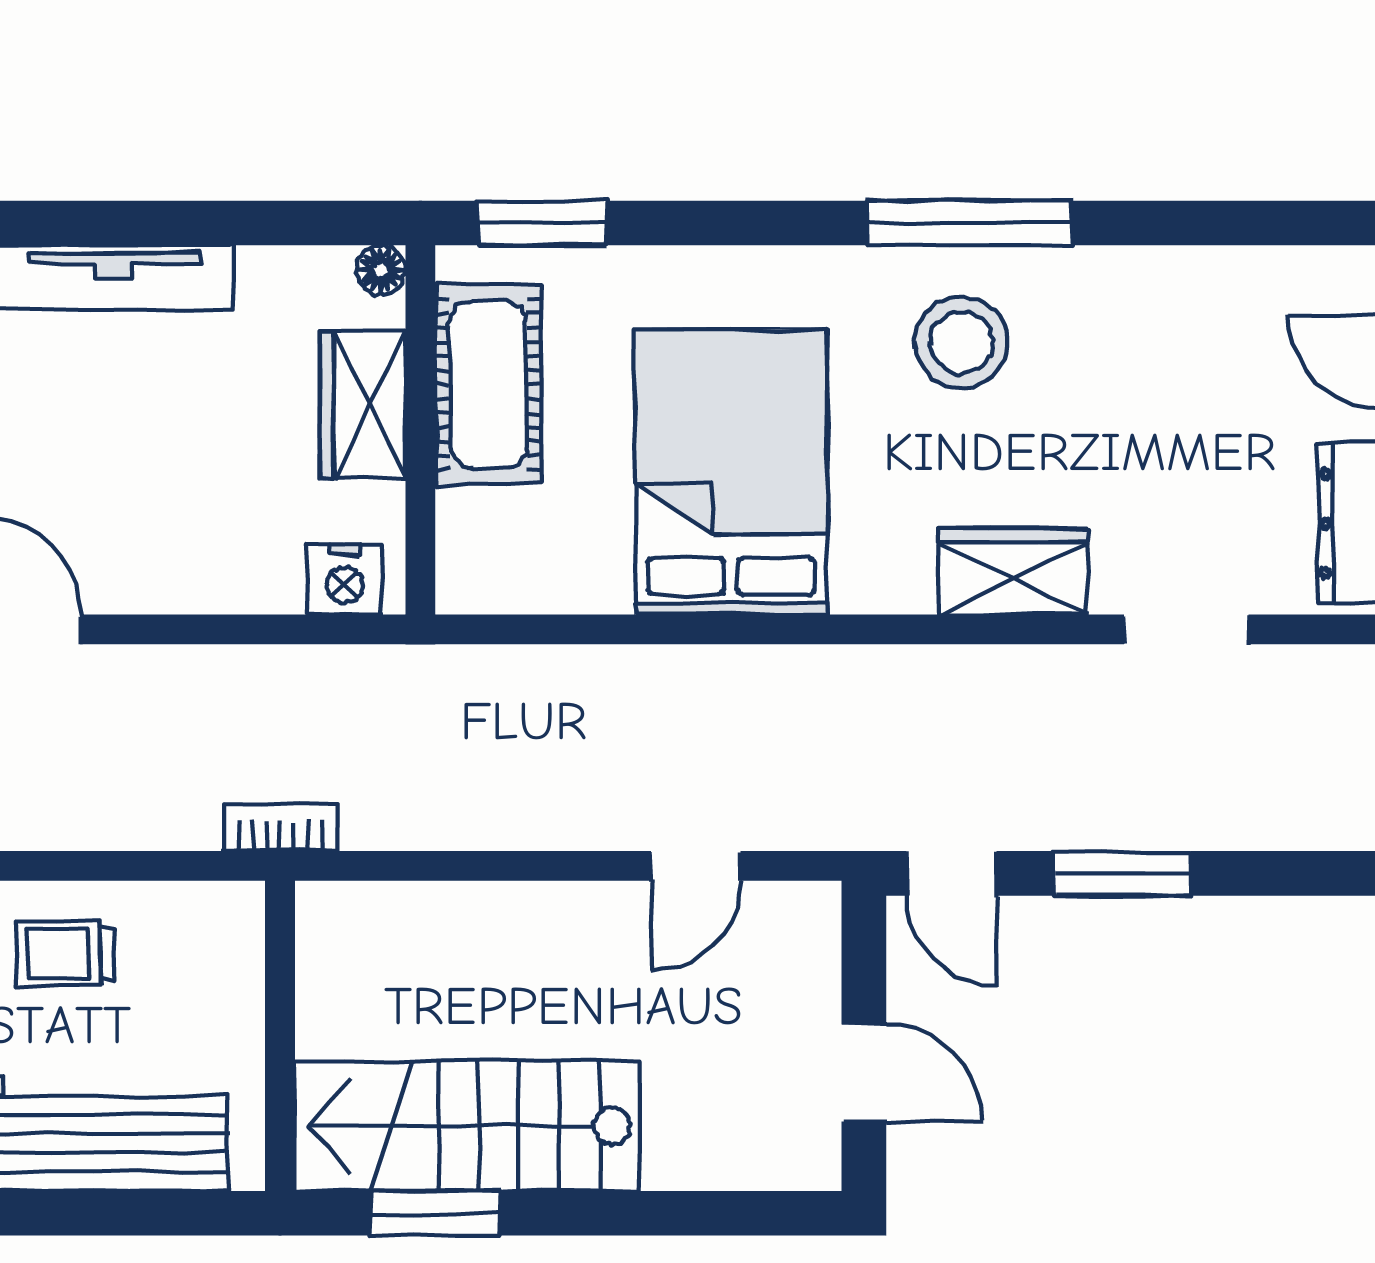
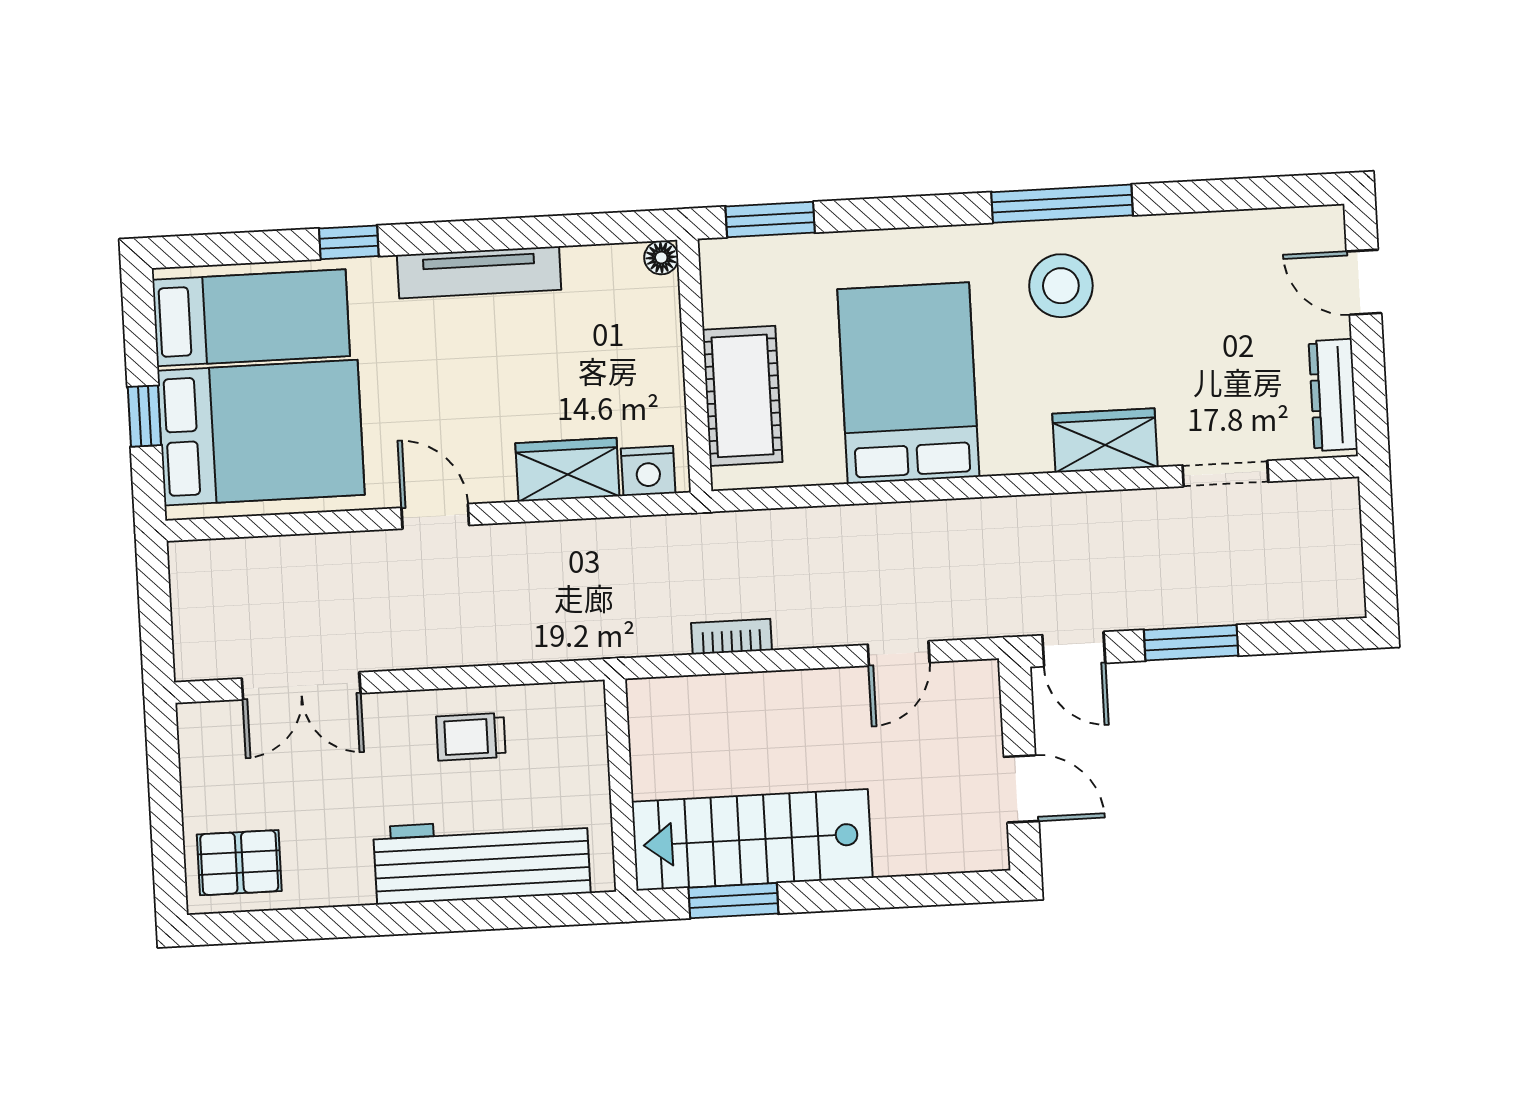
cot: (488, 385) -> (742, 396), moved
wardrobe: (363, 405) -> (567, 470), moved, turned 90
bookcase: (280, 828) -> (732, 637), moved

